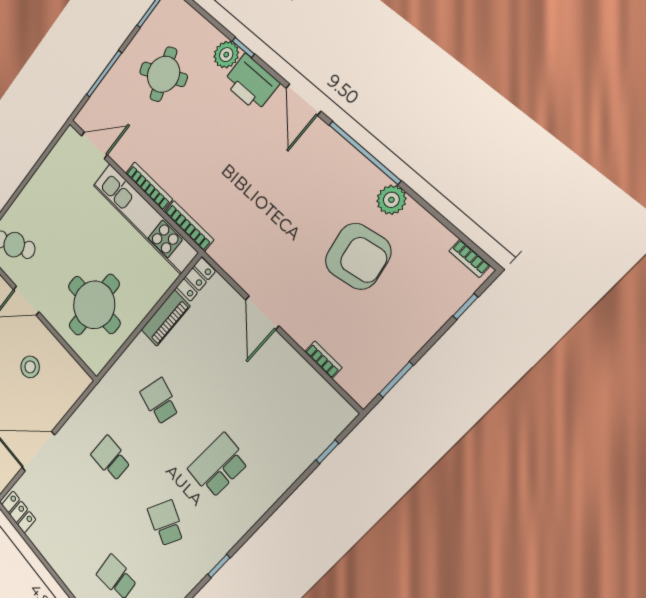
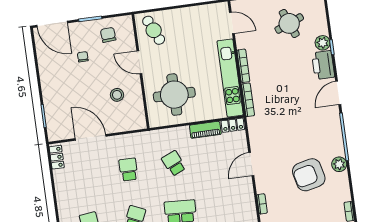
armchair: (358, 256) -> (309, 175), turned 87
school desk: (160, 401) -> (174, 163), turned -39

